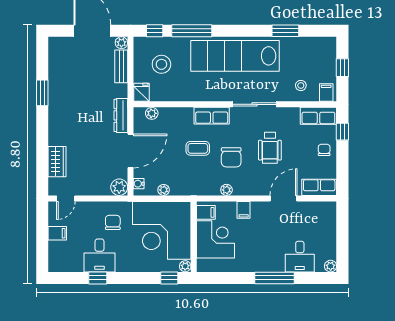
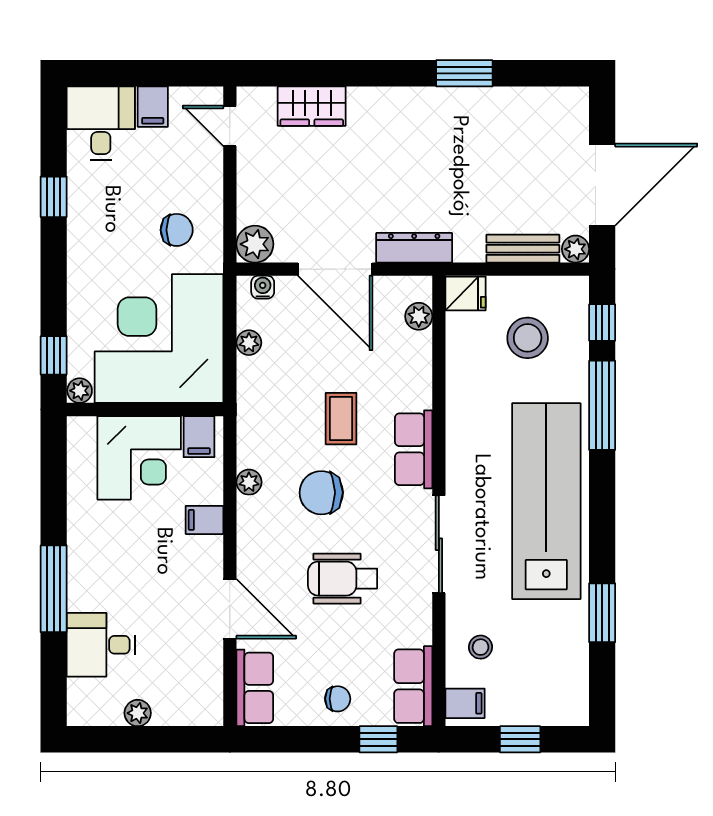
desk: (100, 255) -> (101, 123), moved, turned 90
plant: (331, 266) -> (138, 713), moved

